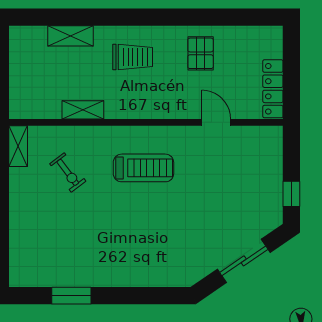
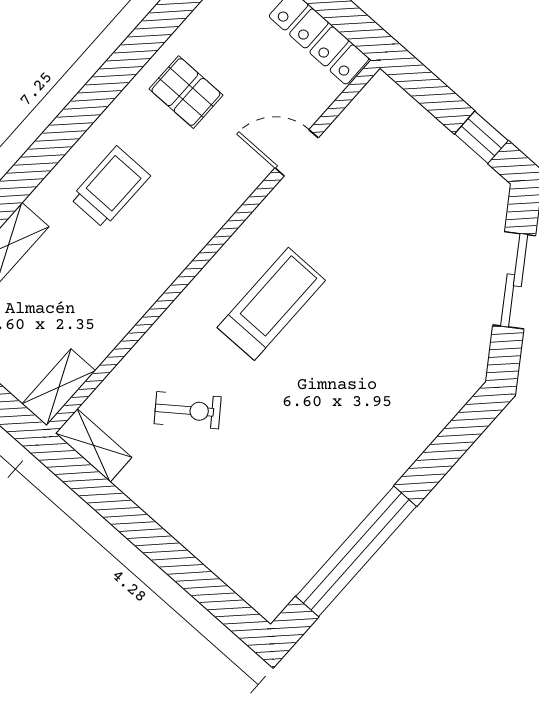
shelving: (83, 110) -> (59, 387), moved
window: (71, 296) -> (356, 551), width x2.11

